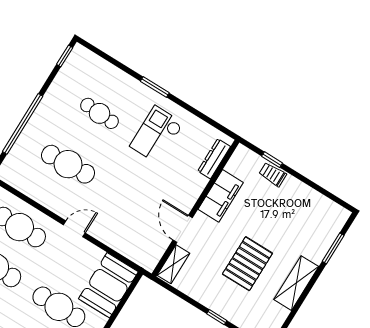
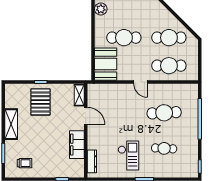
trolley: (273, 174) -> (25, 163), moved
door: (74, 229) -> (141, 82), hinge flipped
pallet: (247, 264) -> (40, 102), moved

